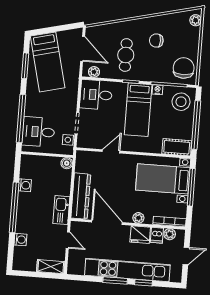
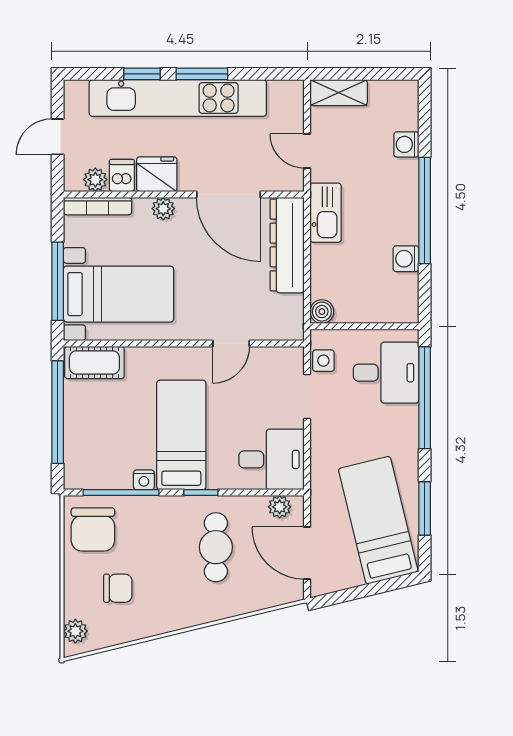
chair: (156, 41) -> (118, 588), moved
stool: (181, 102) -> (93, 458), removed

